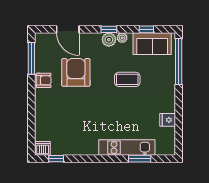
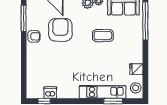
stool: (167, 143) -> (136, 88), added
dishwasher: (43, 148) -> (50, 93), moved

